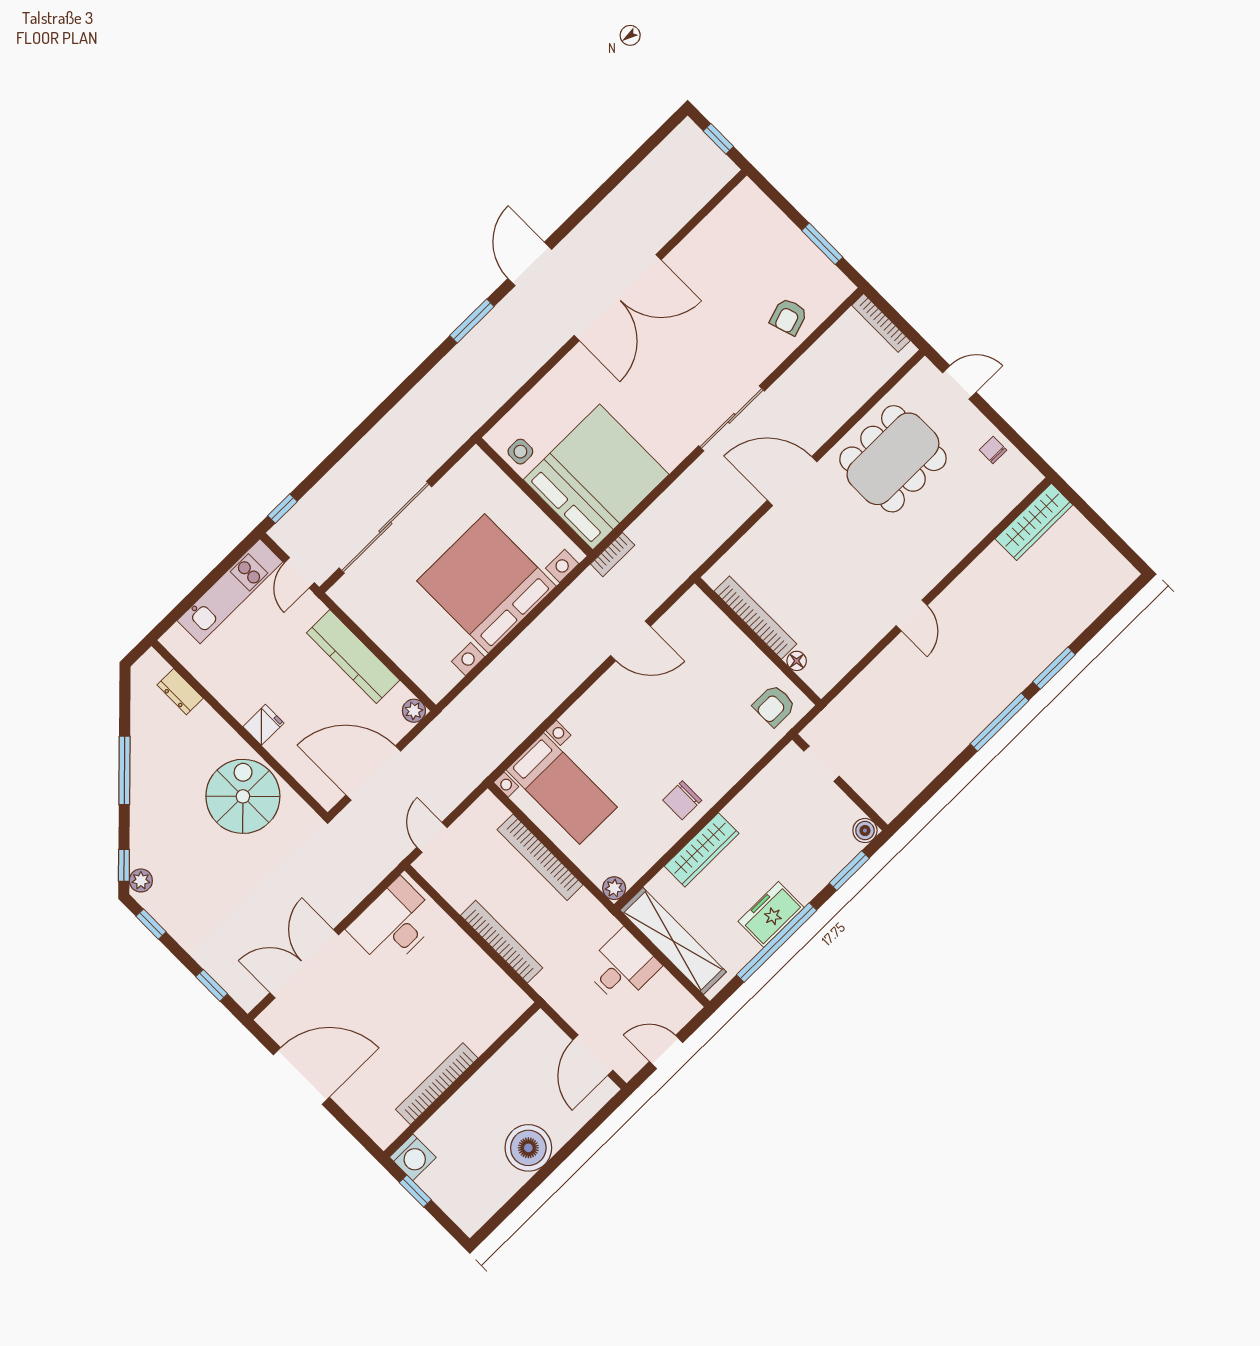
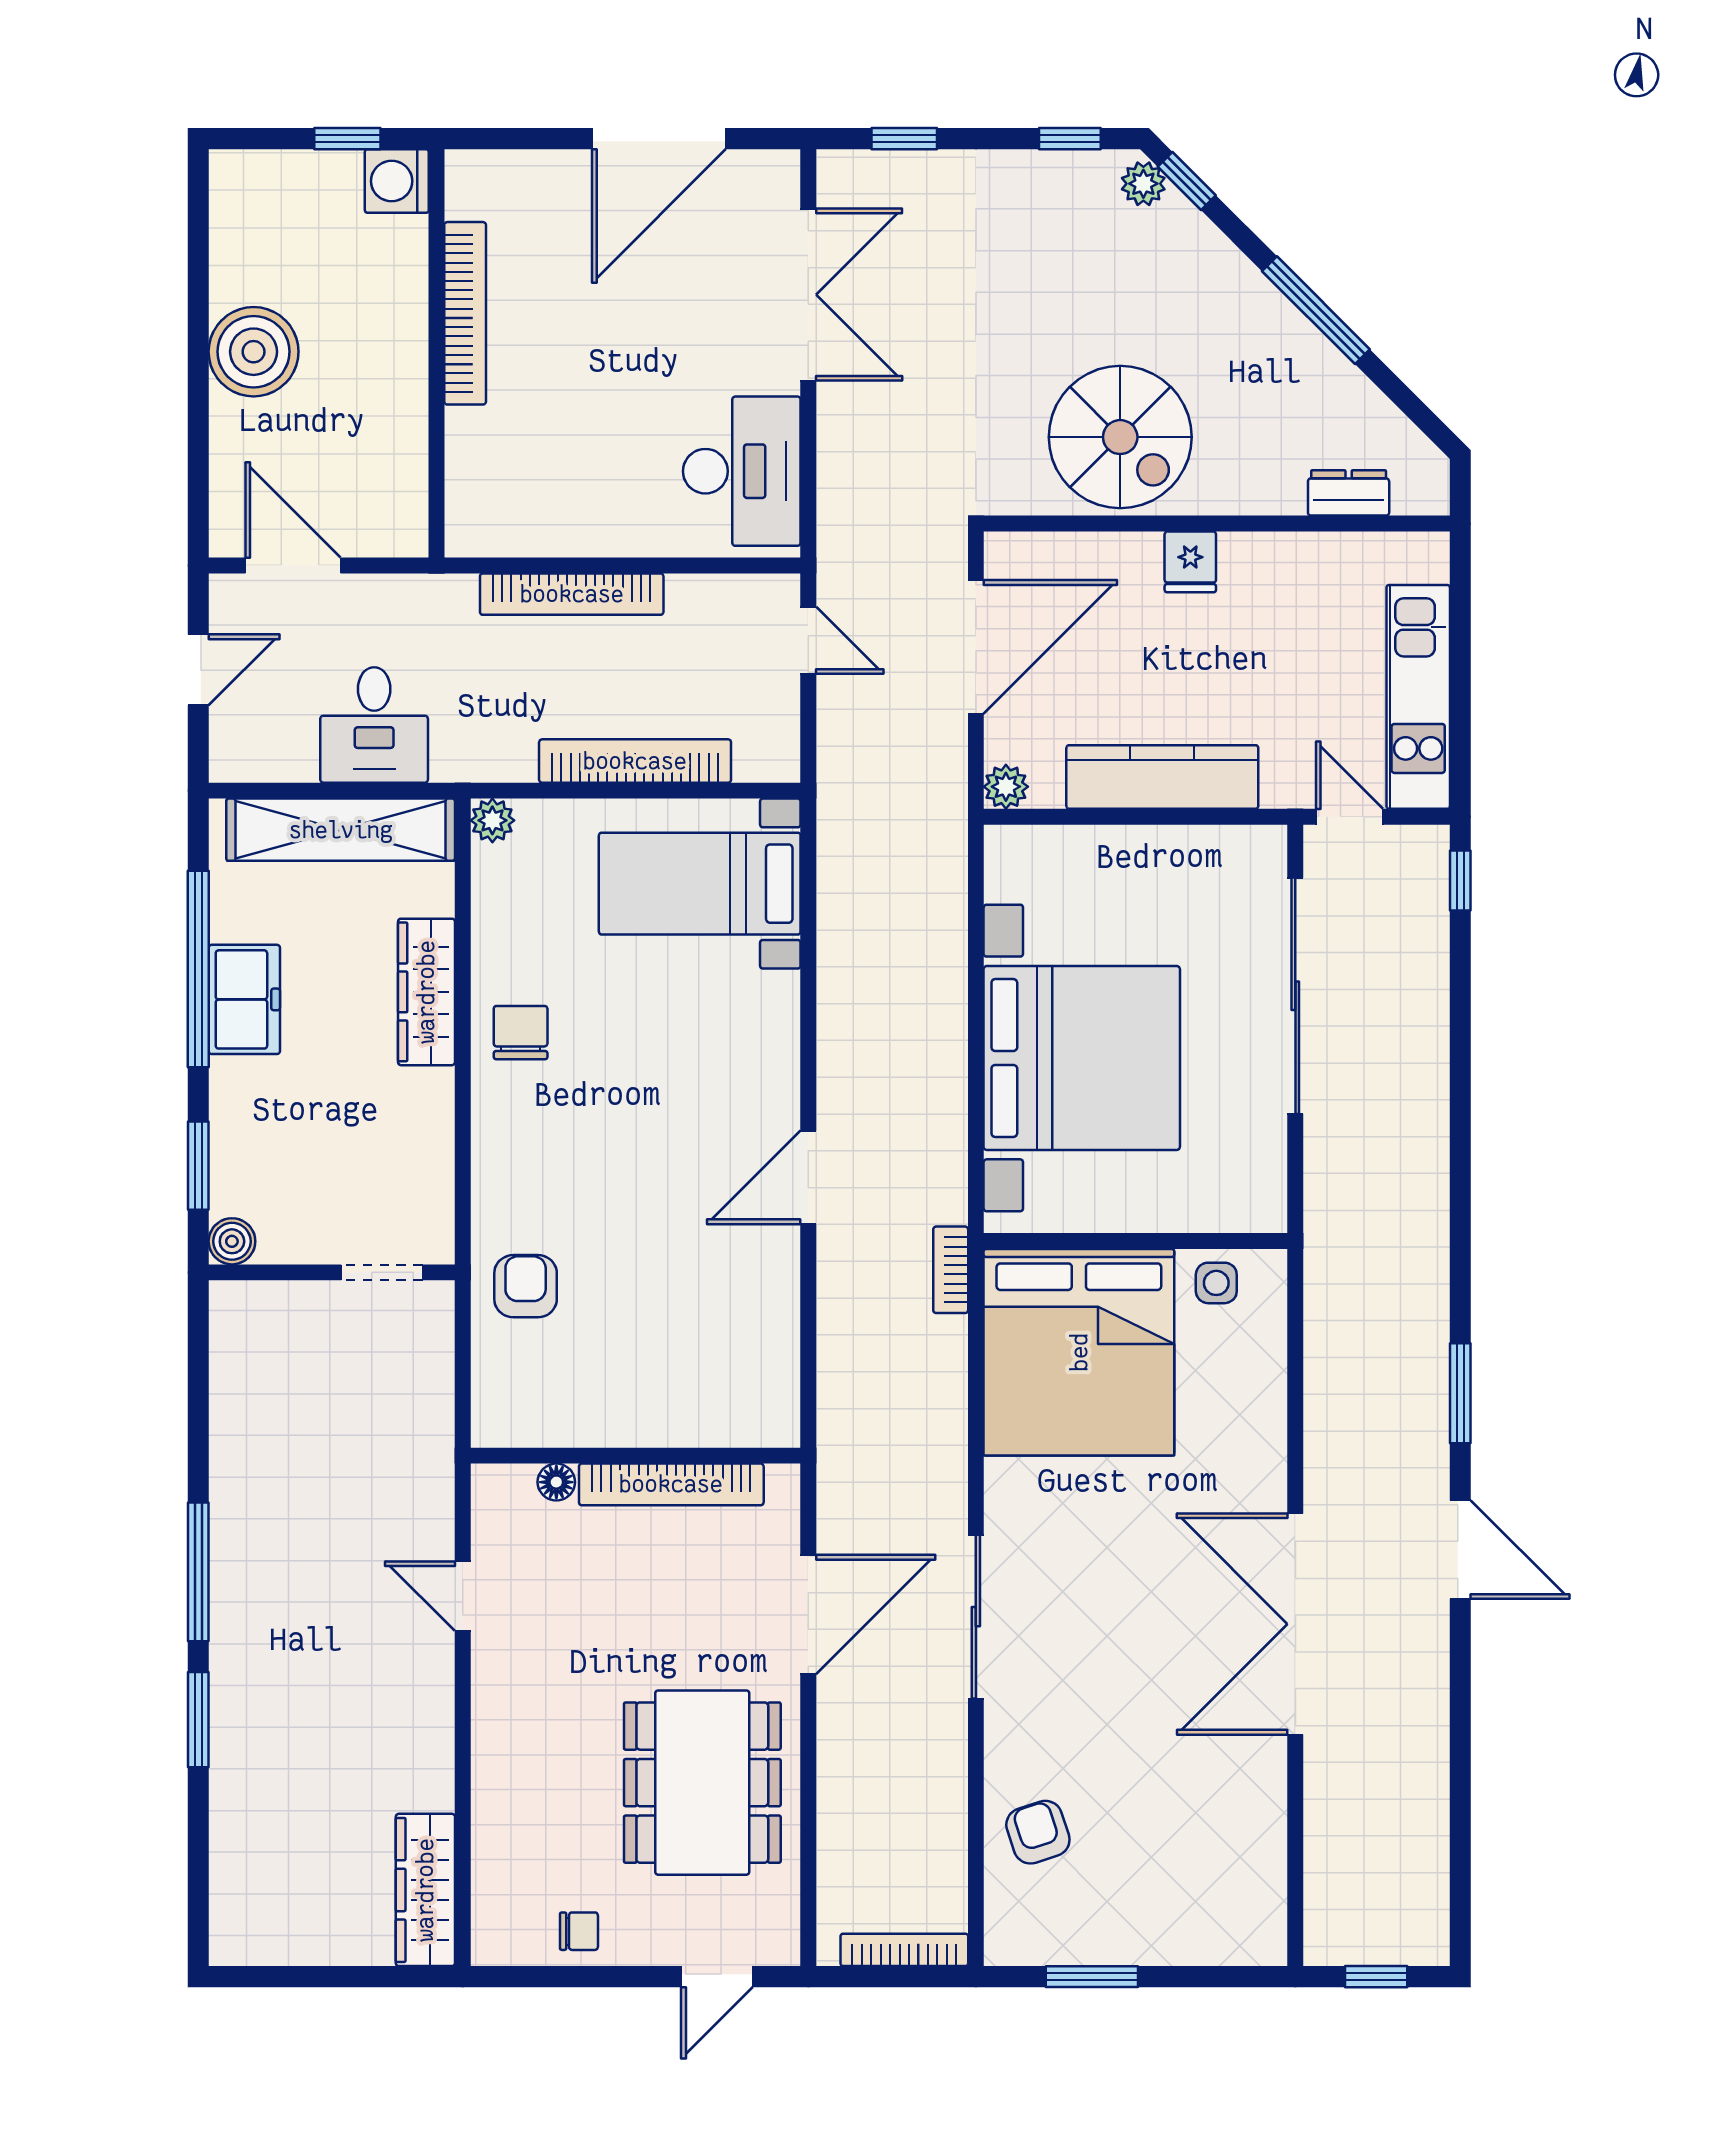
bookcase: (755, 618) -> (671, 1484), moved
wall: (758, 641) -> (636, 1456), moved
floor lamp: (797, 661) -> (556, 1482), moved

